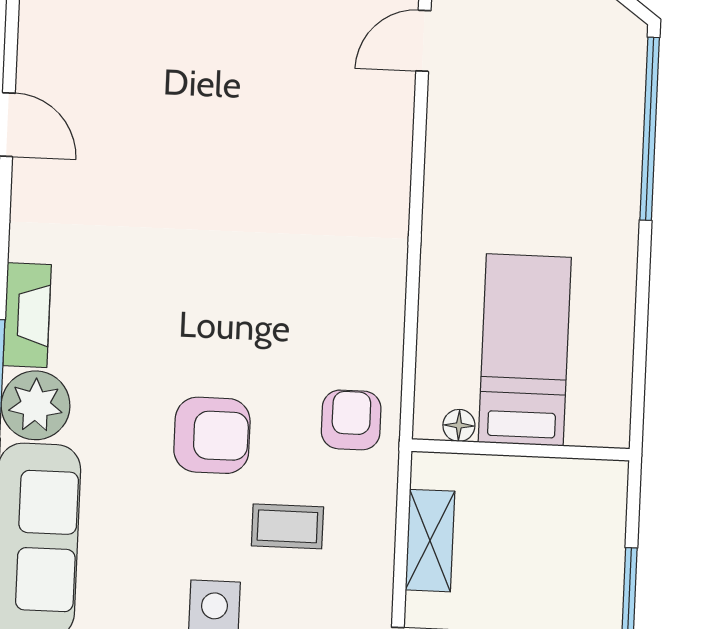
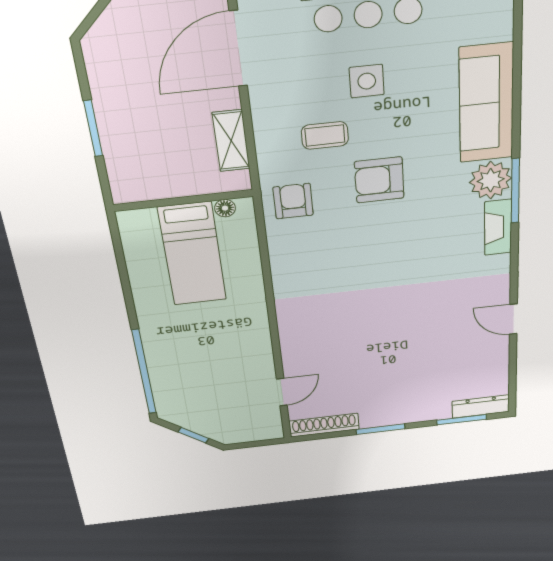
armchair: (351, 420) -> (293, 201), turned 180

